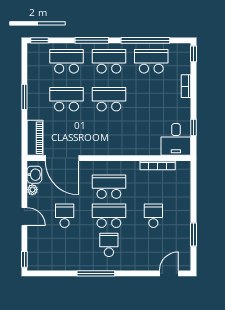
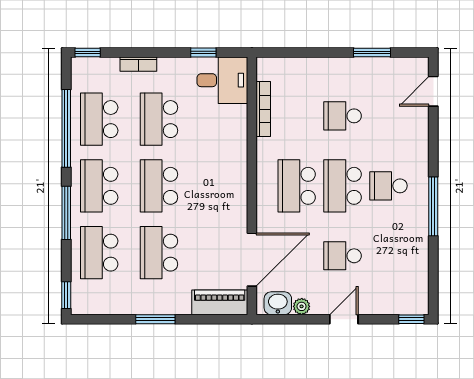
school desk: (151, 99) -> (159, 119), added
door: (169, 273) -> (433, 91), hinge flipped

